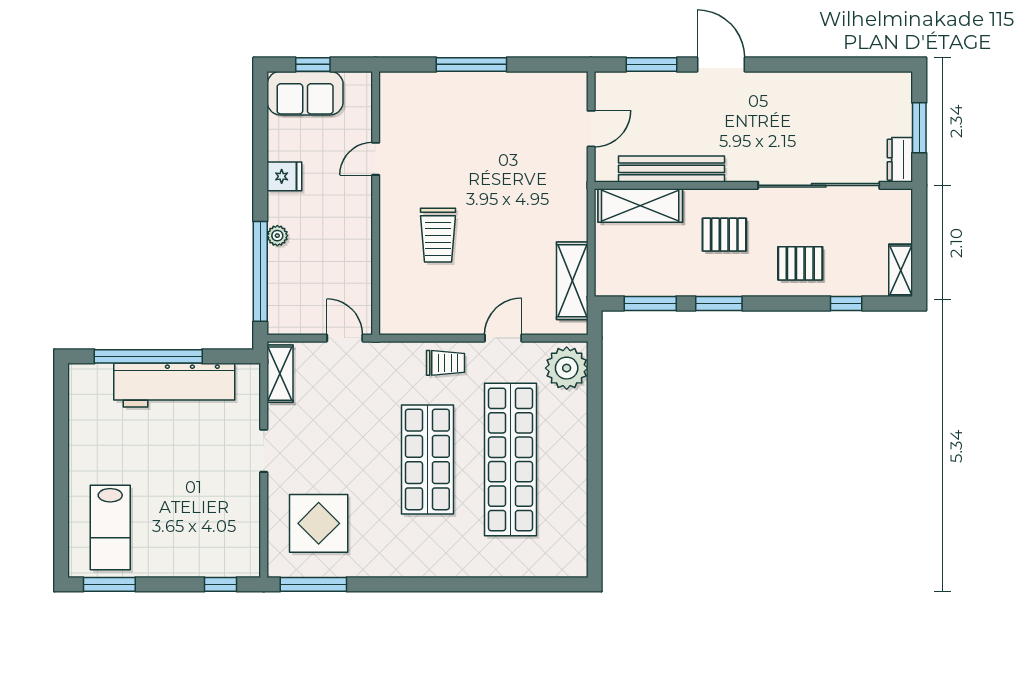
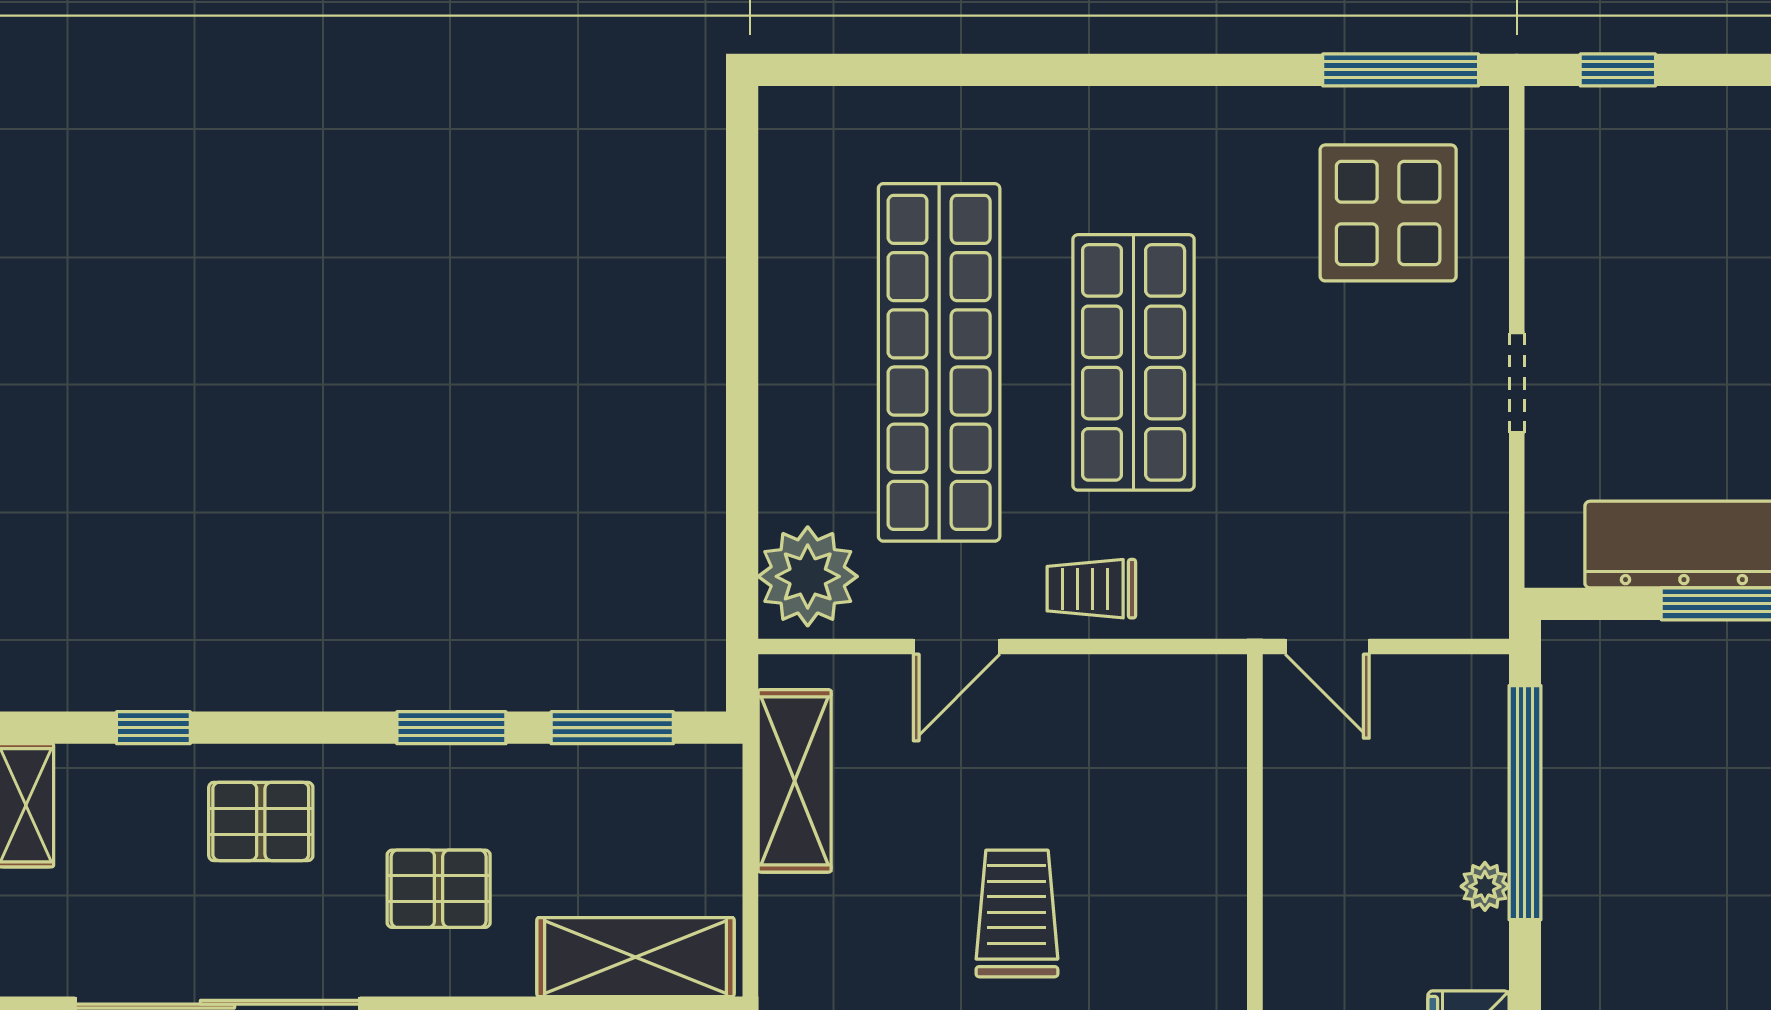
trolley: (438, 235) -> (1017, 913), moved
shelving: (280, 374) -> (1479, 563), removed

